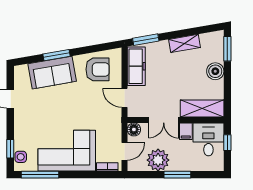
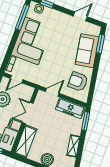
window: (57, 55) -> (100, 44), moved
armchair: (97, 69) -> (78, 82), turned 90
floor lamp: (134, 129) -> (29, 91), removed
door: (124, 151) -> (17, 79), hinge flipped

